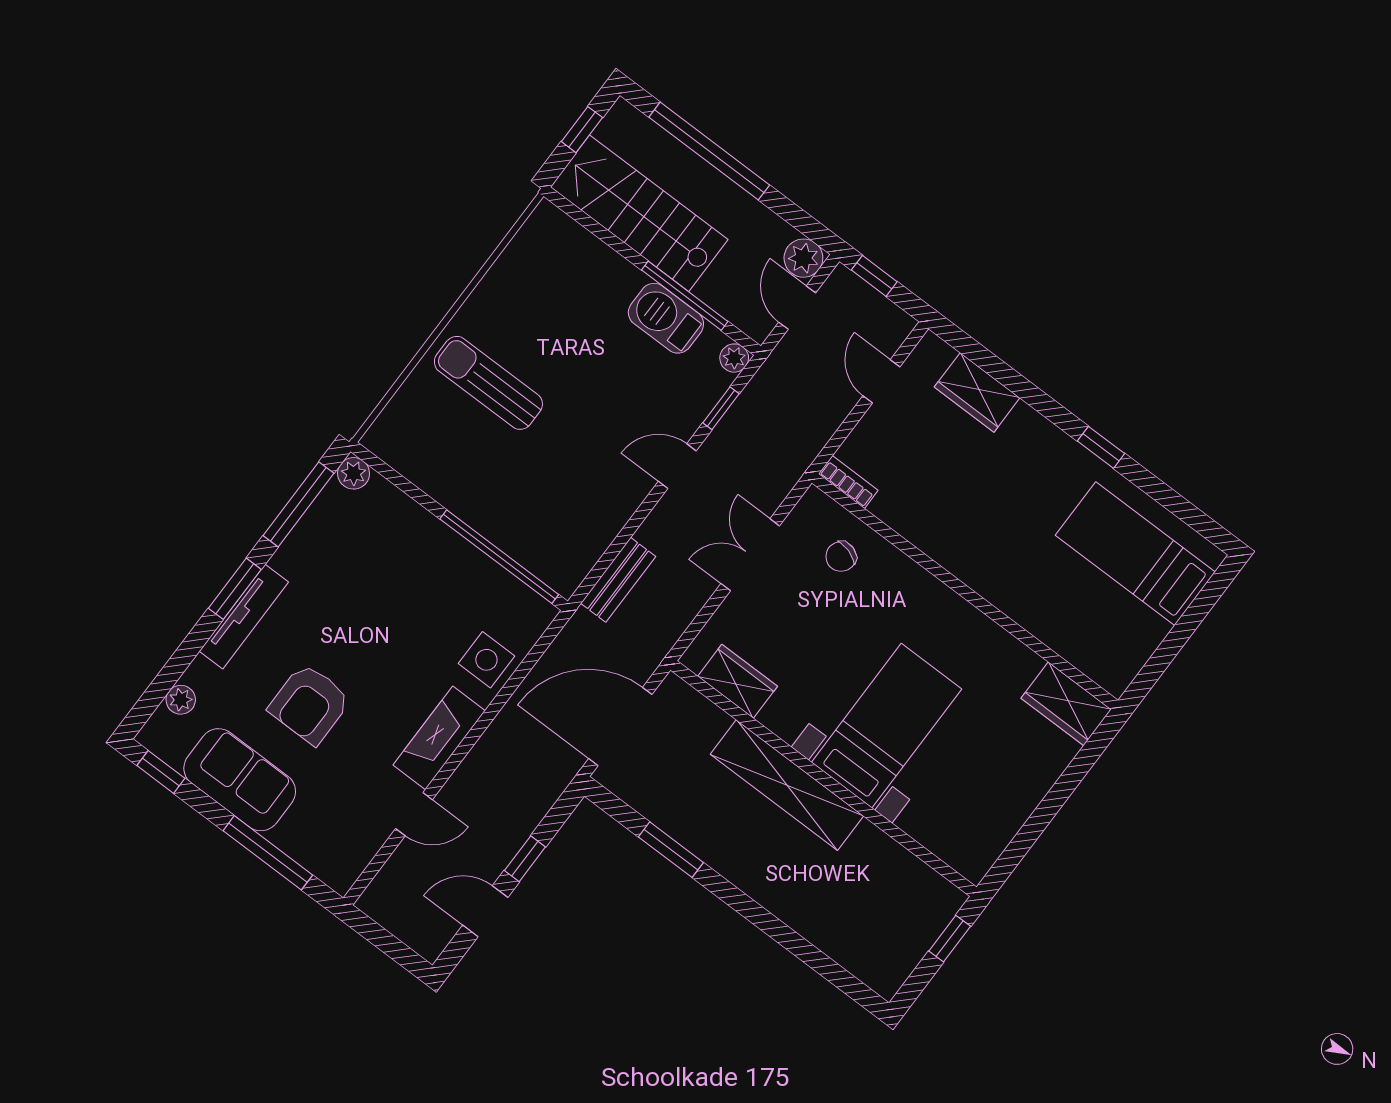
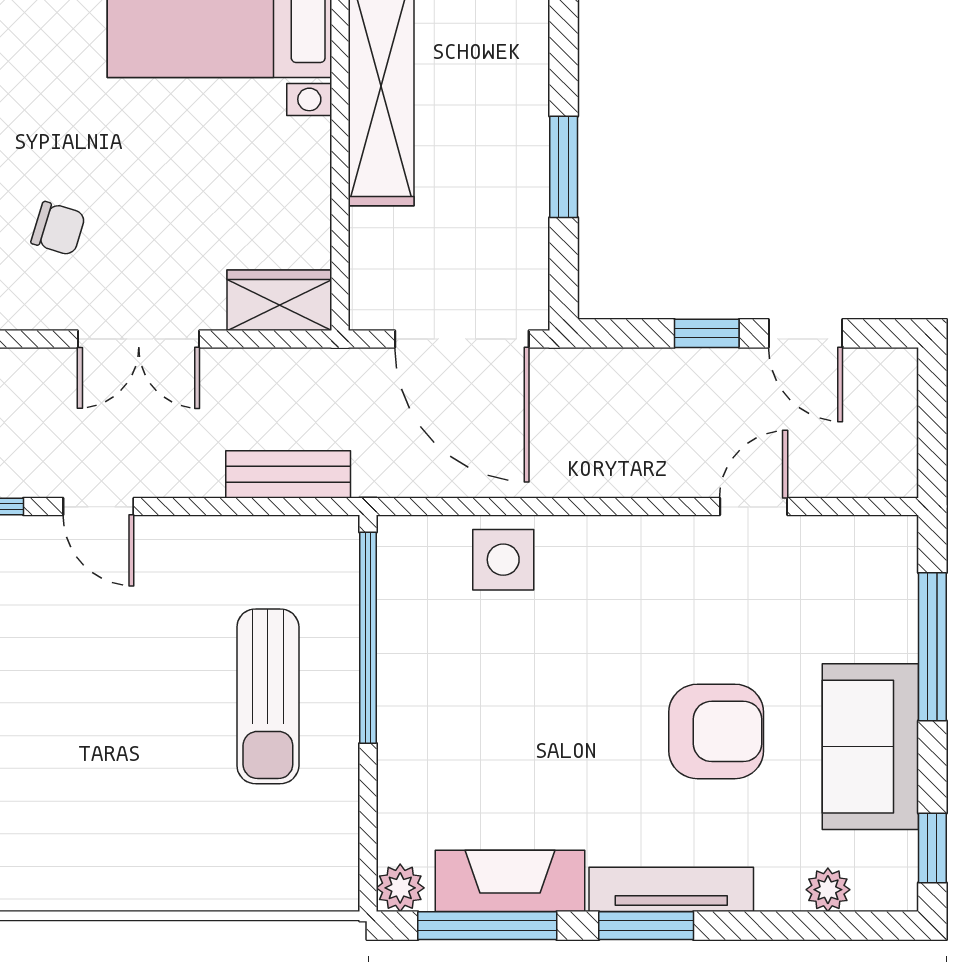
sun lounger: (488, 383) -> (268, 696), moved
wardrobe: (738, 681) -> (279, 300), moved, turned 90
fireplace: (439, 738) -> (510, 881), moved, turned 180
door: (414, 814) -> (754, 507), hinge flipped

